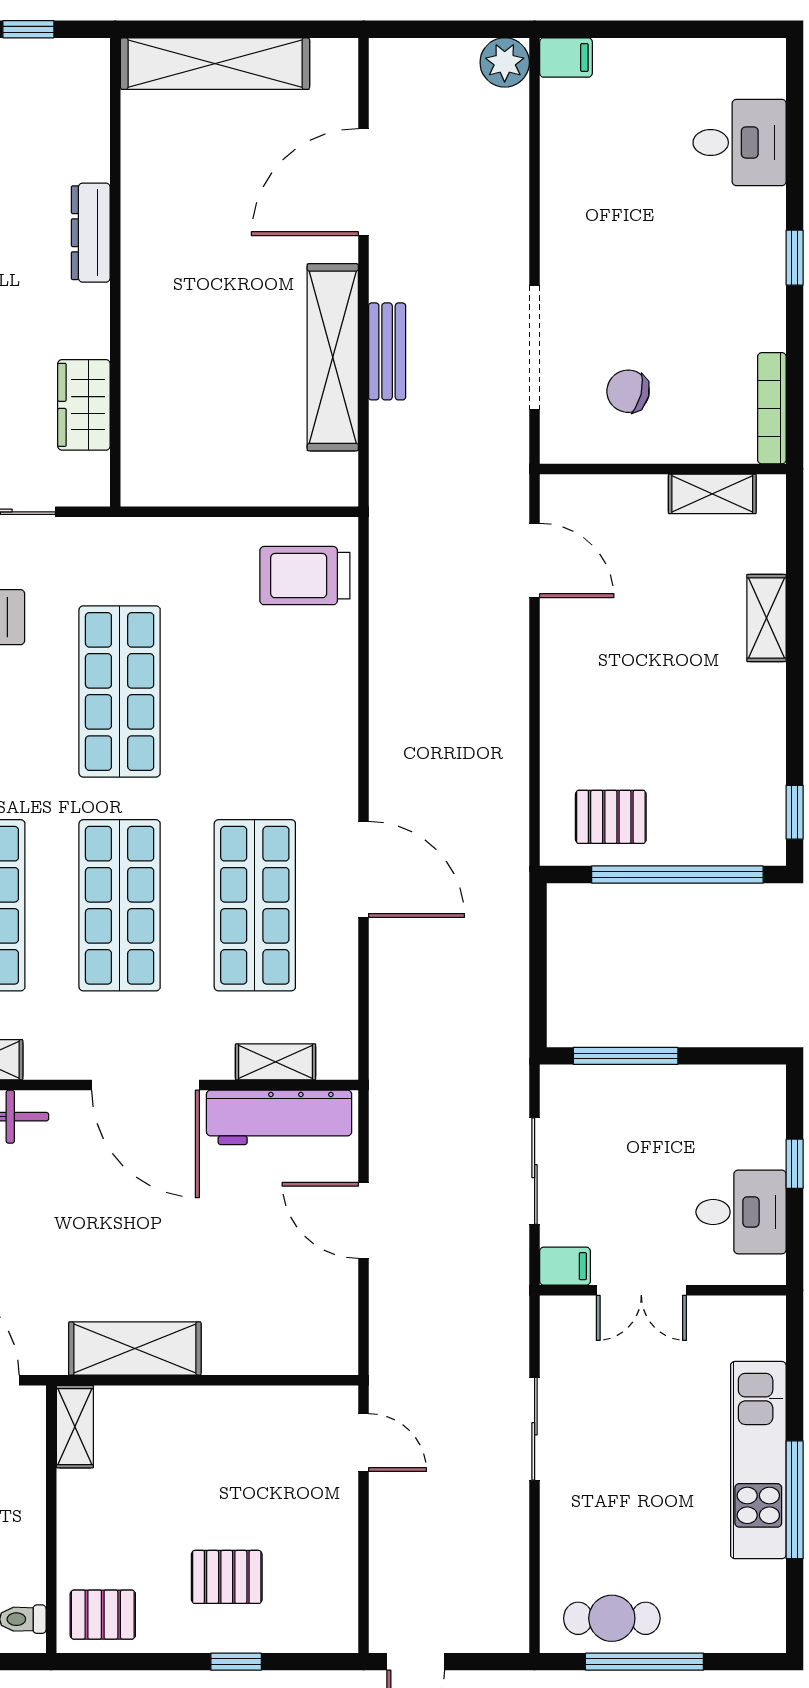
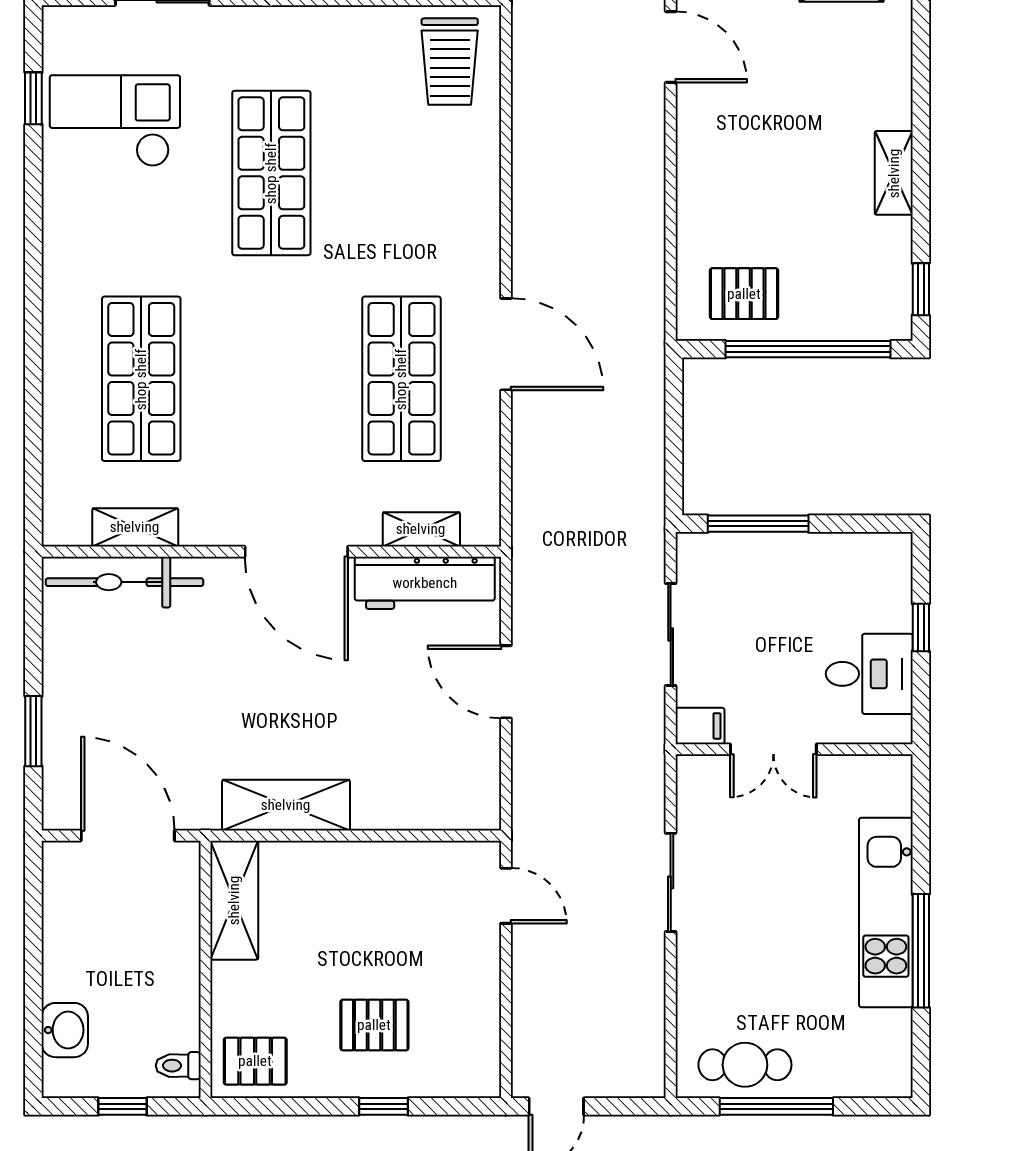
trolley: (305, 576) -> (450, 62), turned -90
shelving: (766, 618) -> (894, 173), moved
shop shelf: (120, 905) -> (271, 379), removed
shelving: (75, 1427) -> (234, 900), width x1.50, depth x1.33

